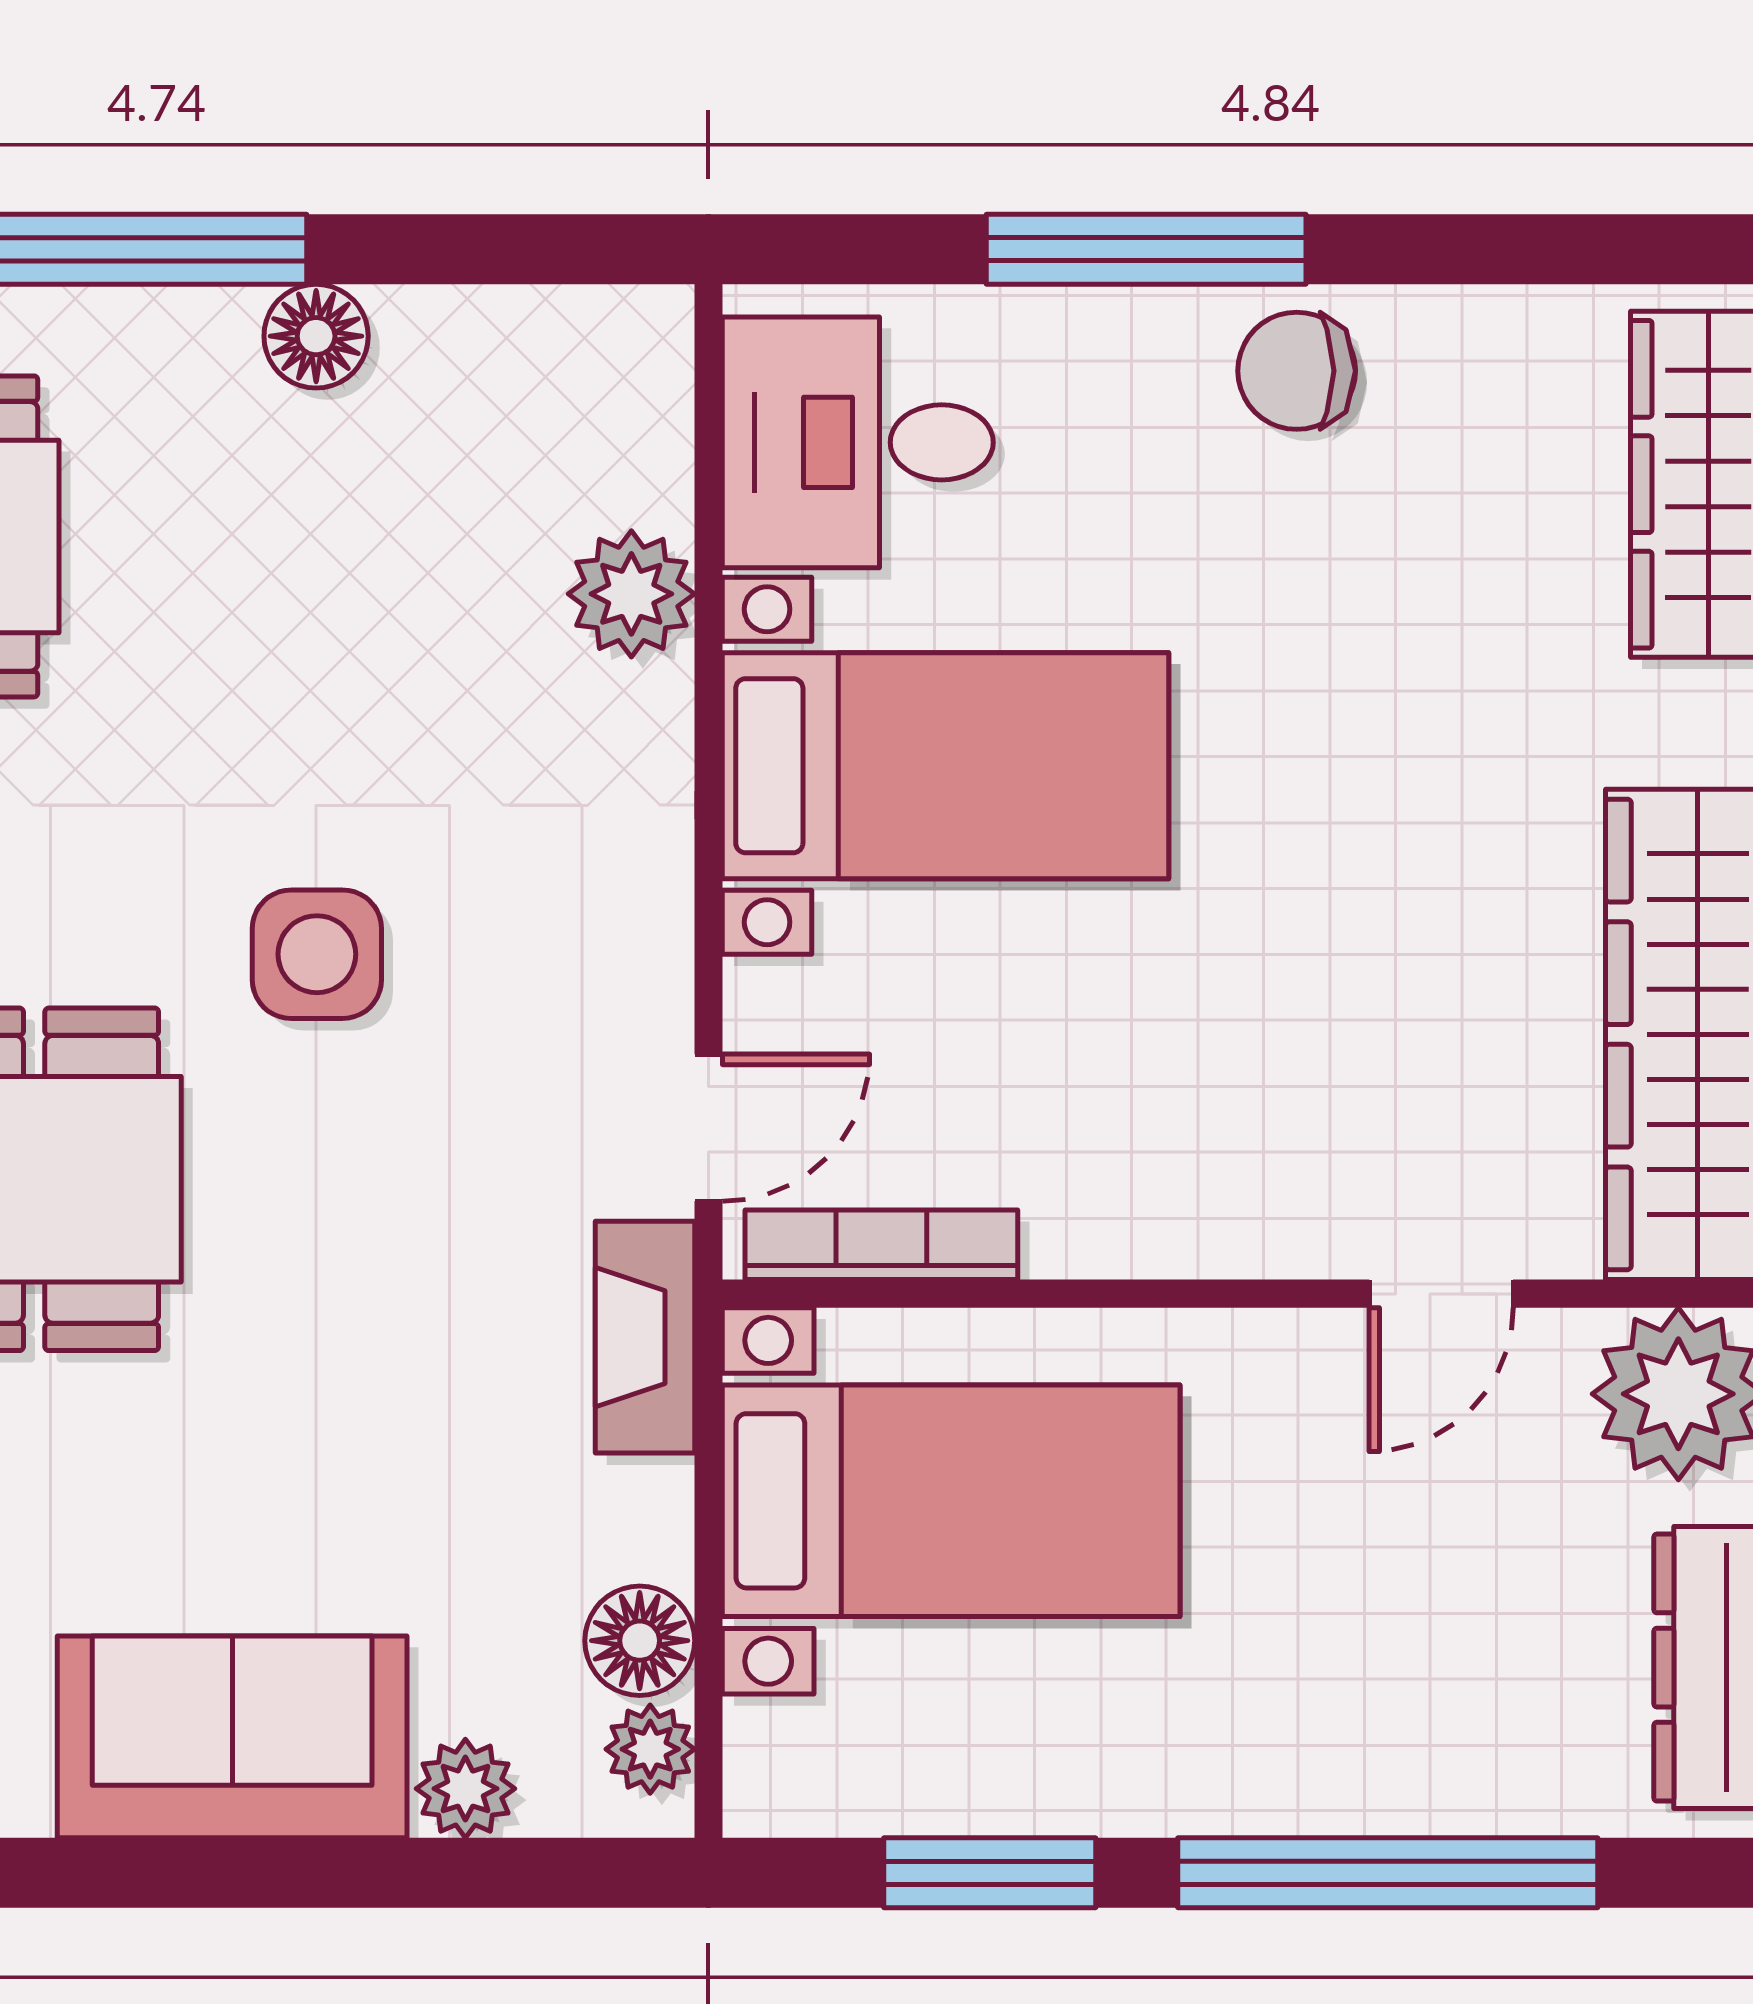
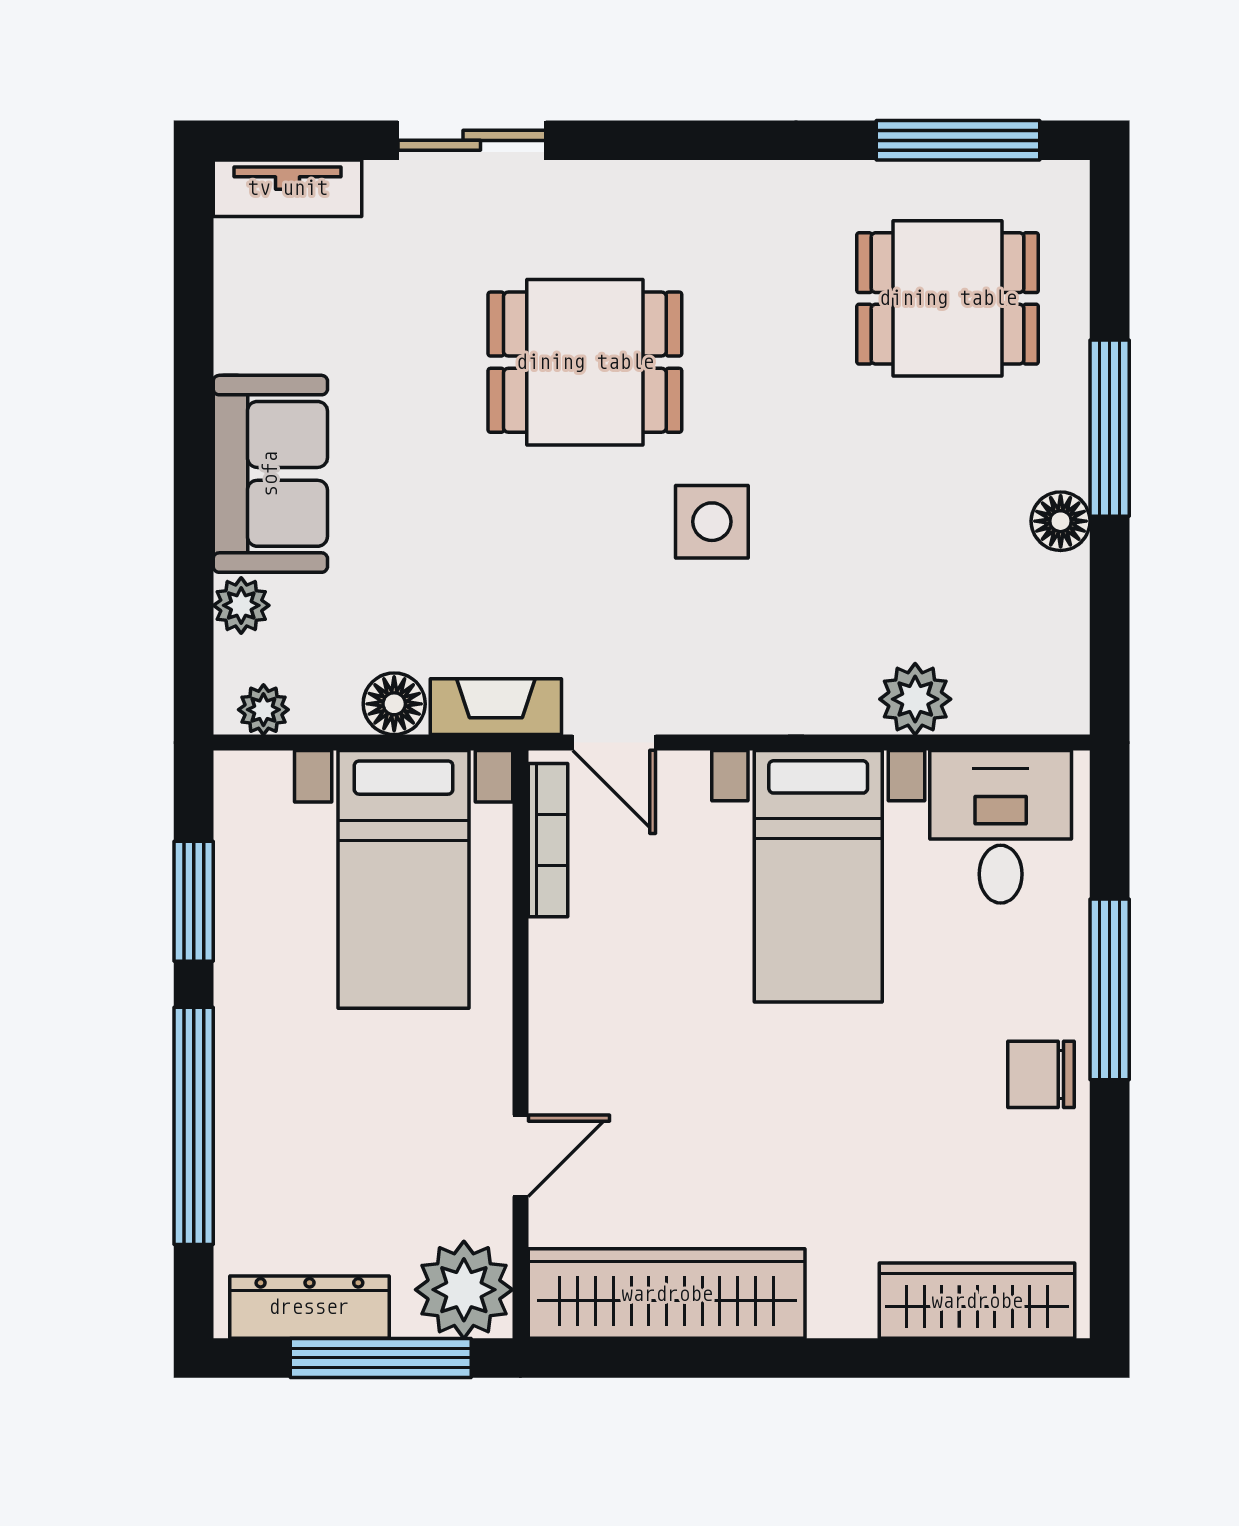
chair: (1297, 371) -> (1041, 1074), turned -90
door: (1441, 1294) -> (520, 1156), swing flipped
floor lamp: (640, 1641) -> (394, 704), moved

